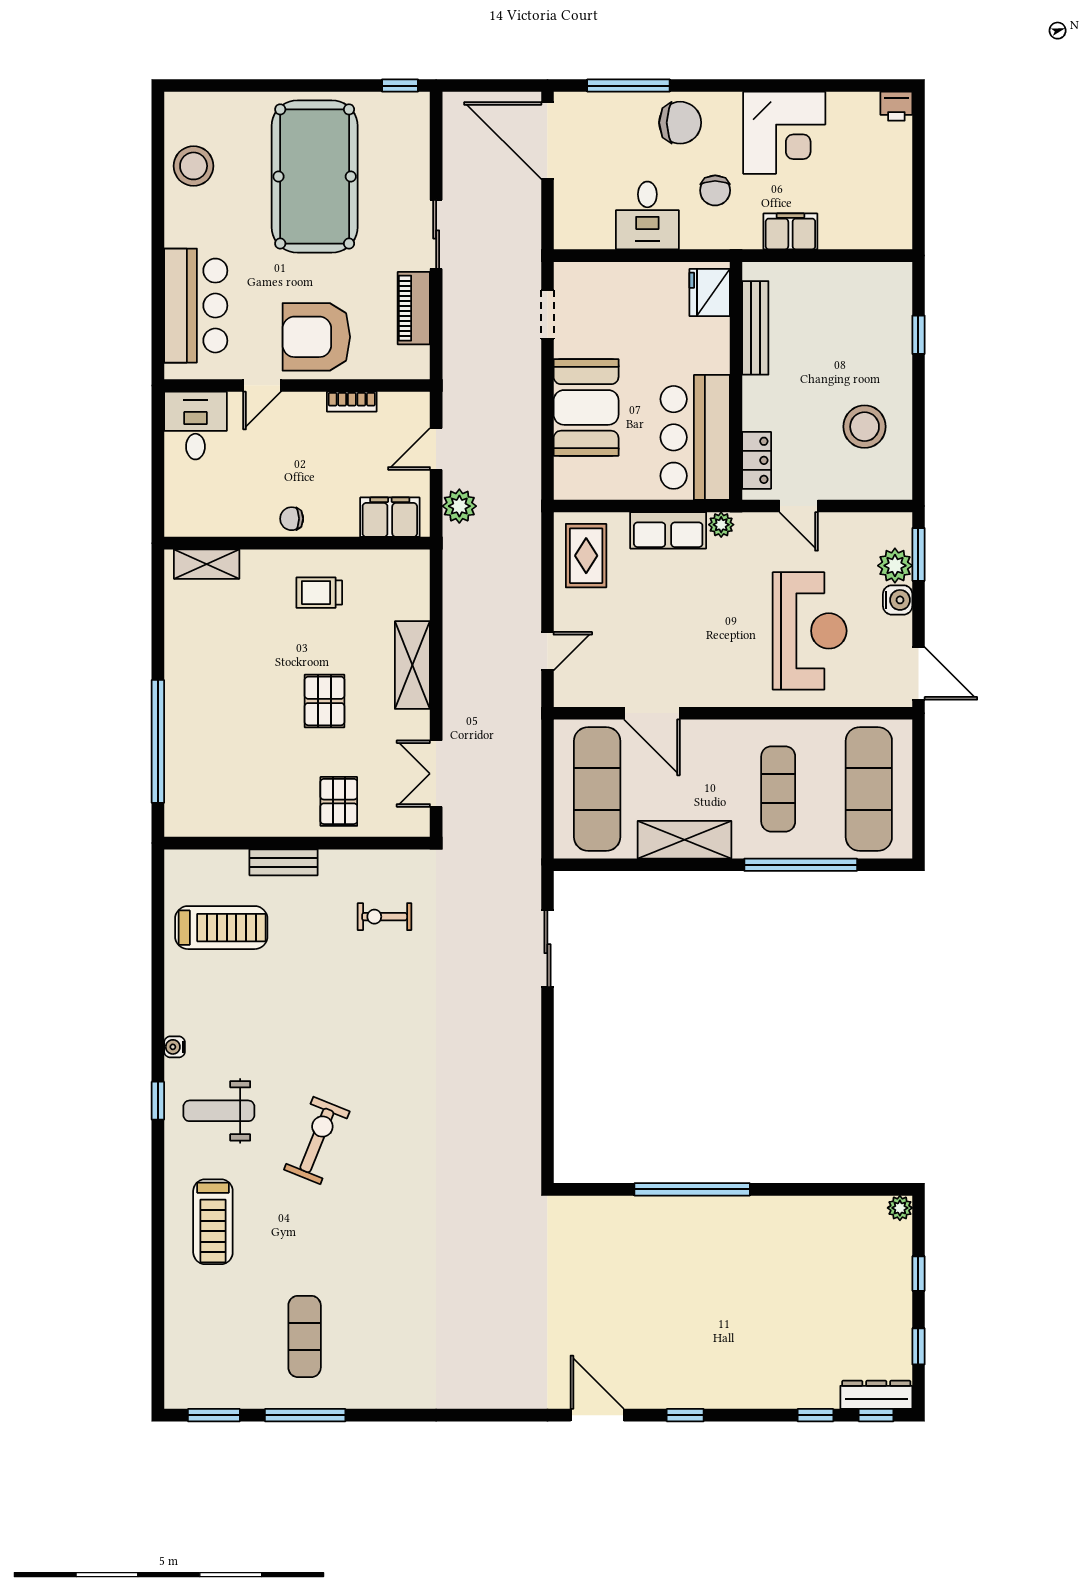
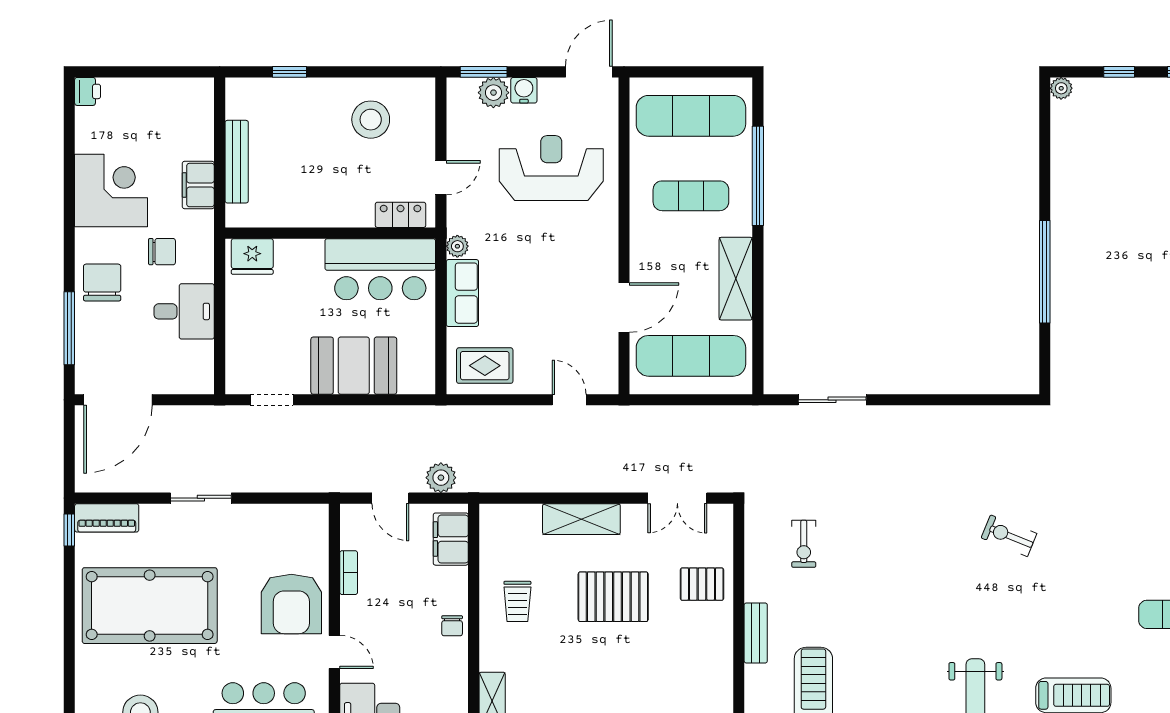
piano: (414, 308) -> (107, 518), moved
bench: (755, 328) -> (237, 162), moved, turned 90
pallet: (325, 701) -> (613, 597), width x1.50, depth x1.42
exercise bike: (317, 1140) -> (1009, 536), moved, width x0.73, depth x0.72

